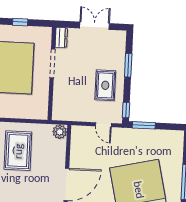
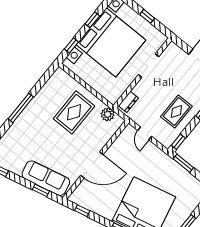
dresser: (61, 38) -> (128, 102), moved
door: (103, 125) -> (145, 133), moved
plant: (60, 132) -> (108, 114), moved

